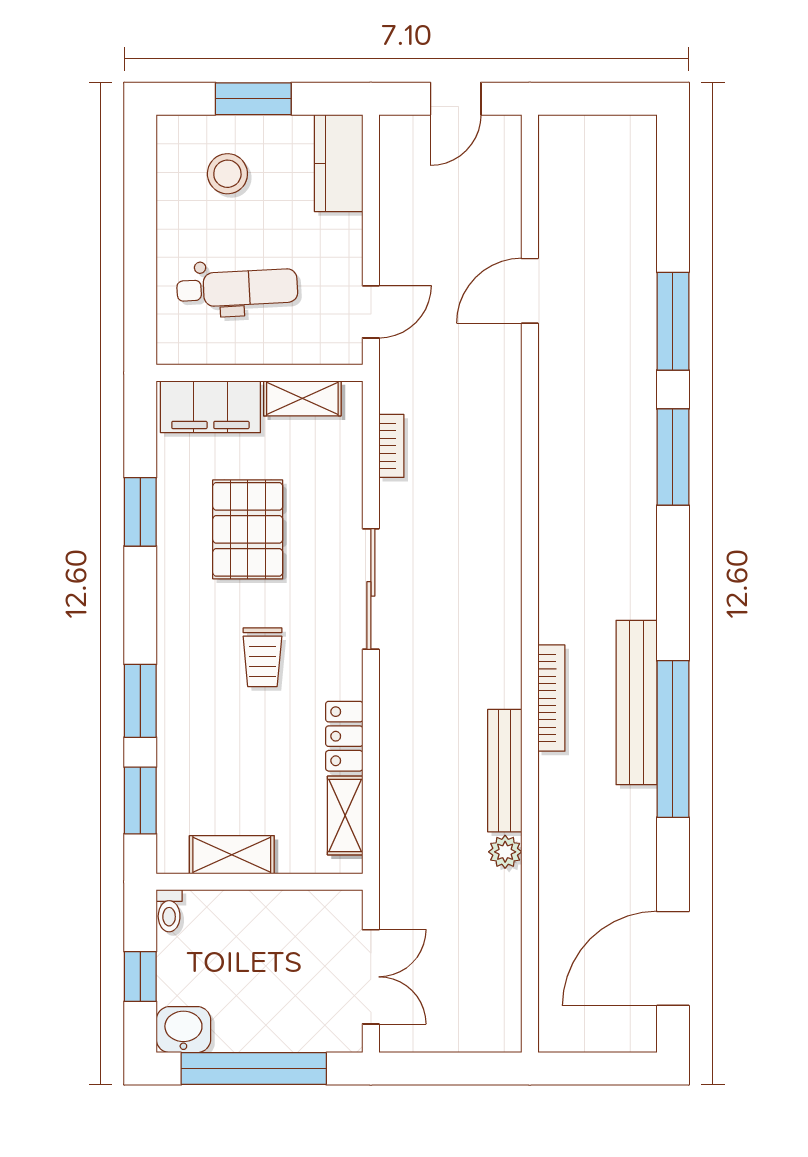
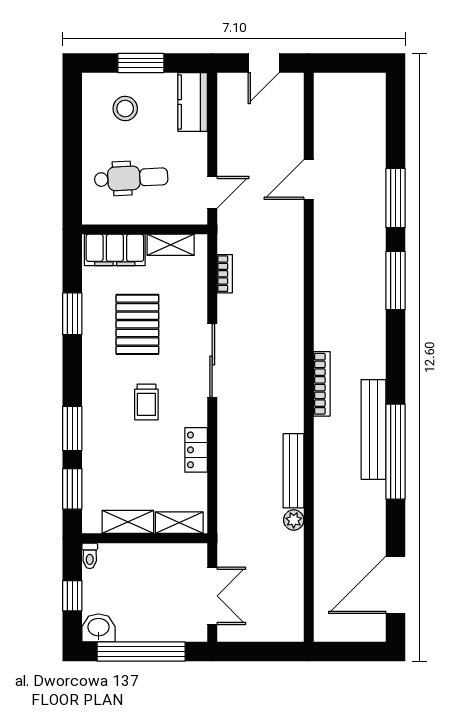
bookcase: (551, 698) -> (322, 384), moved
shelving: (345, 816) -> (179, 523), moved, turned 90

